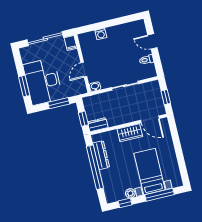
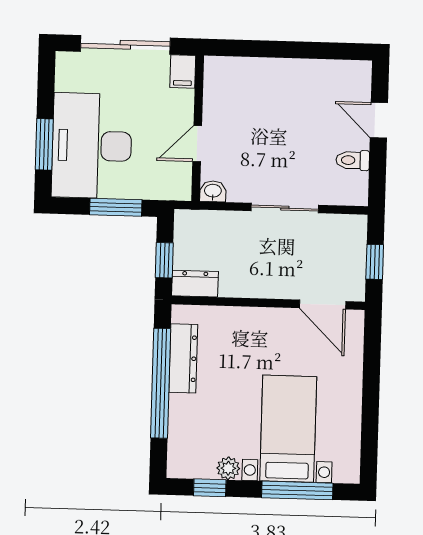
washing machine: (101, 34) -> (261, 69), removed
wardrobe: (130, 133) -> (266, 324), removed

